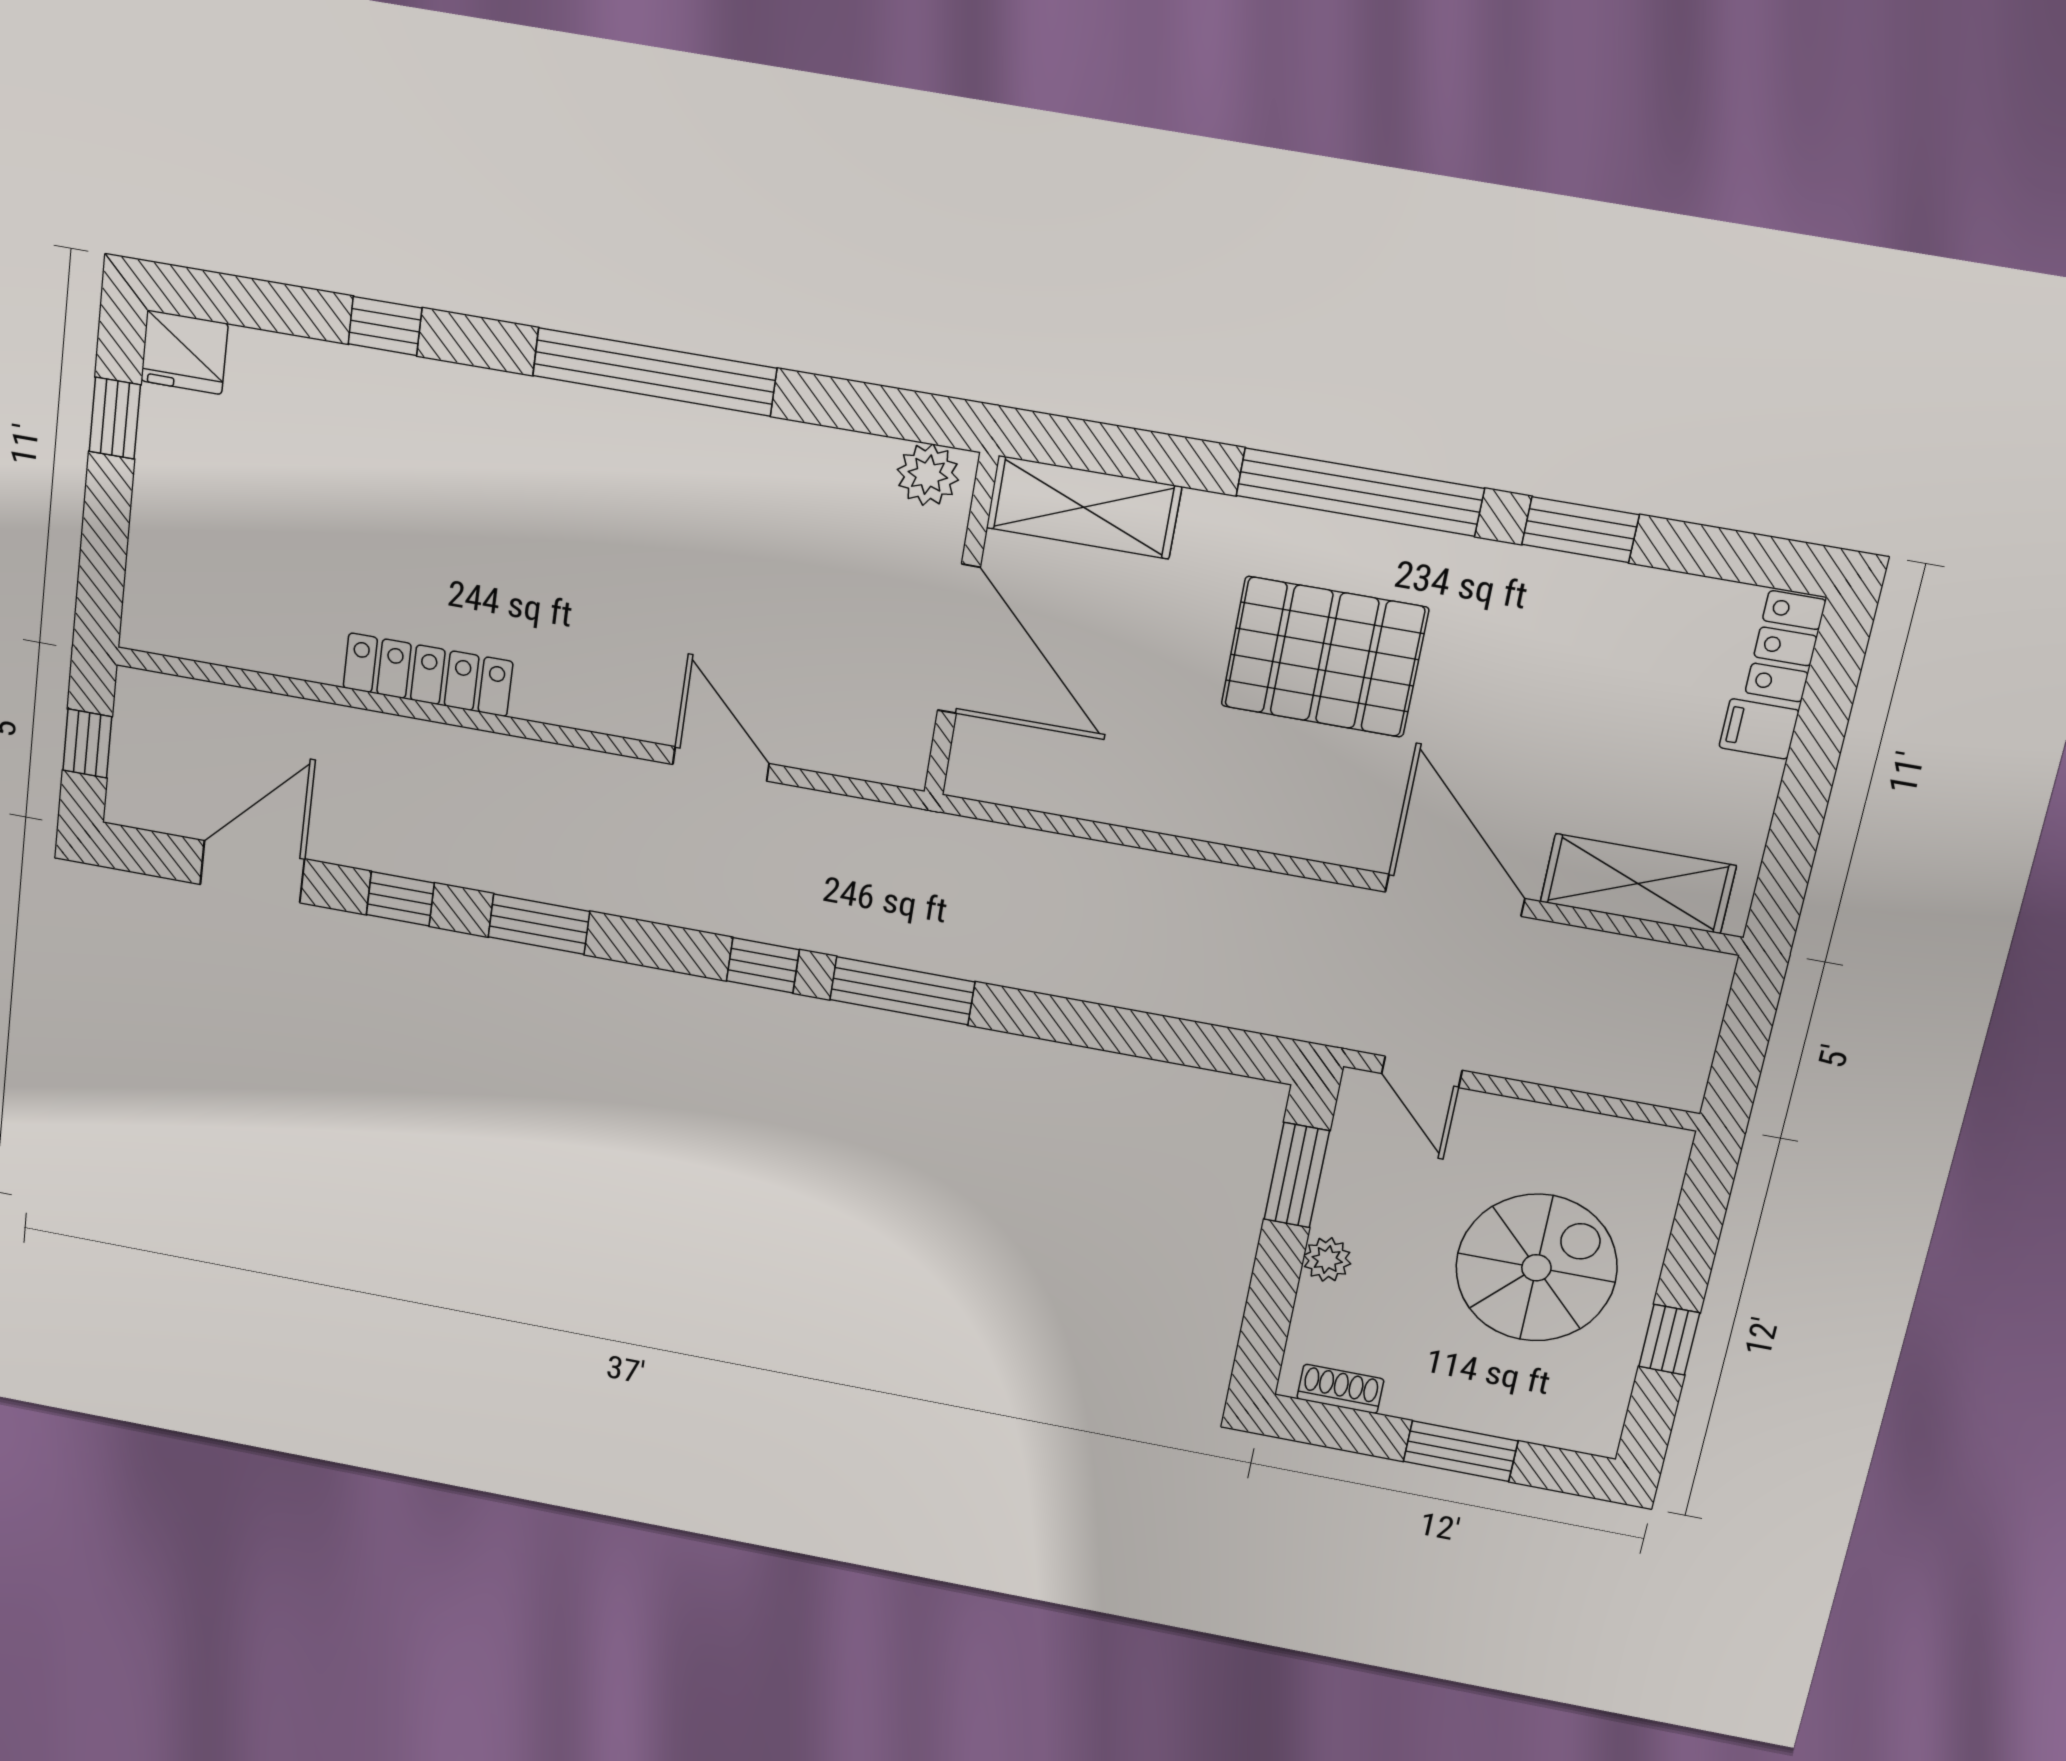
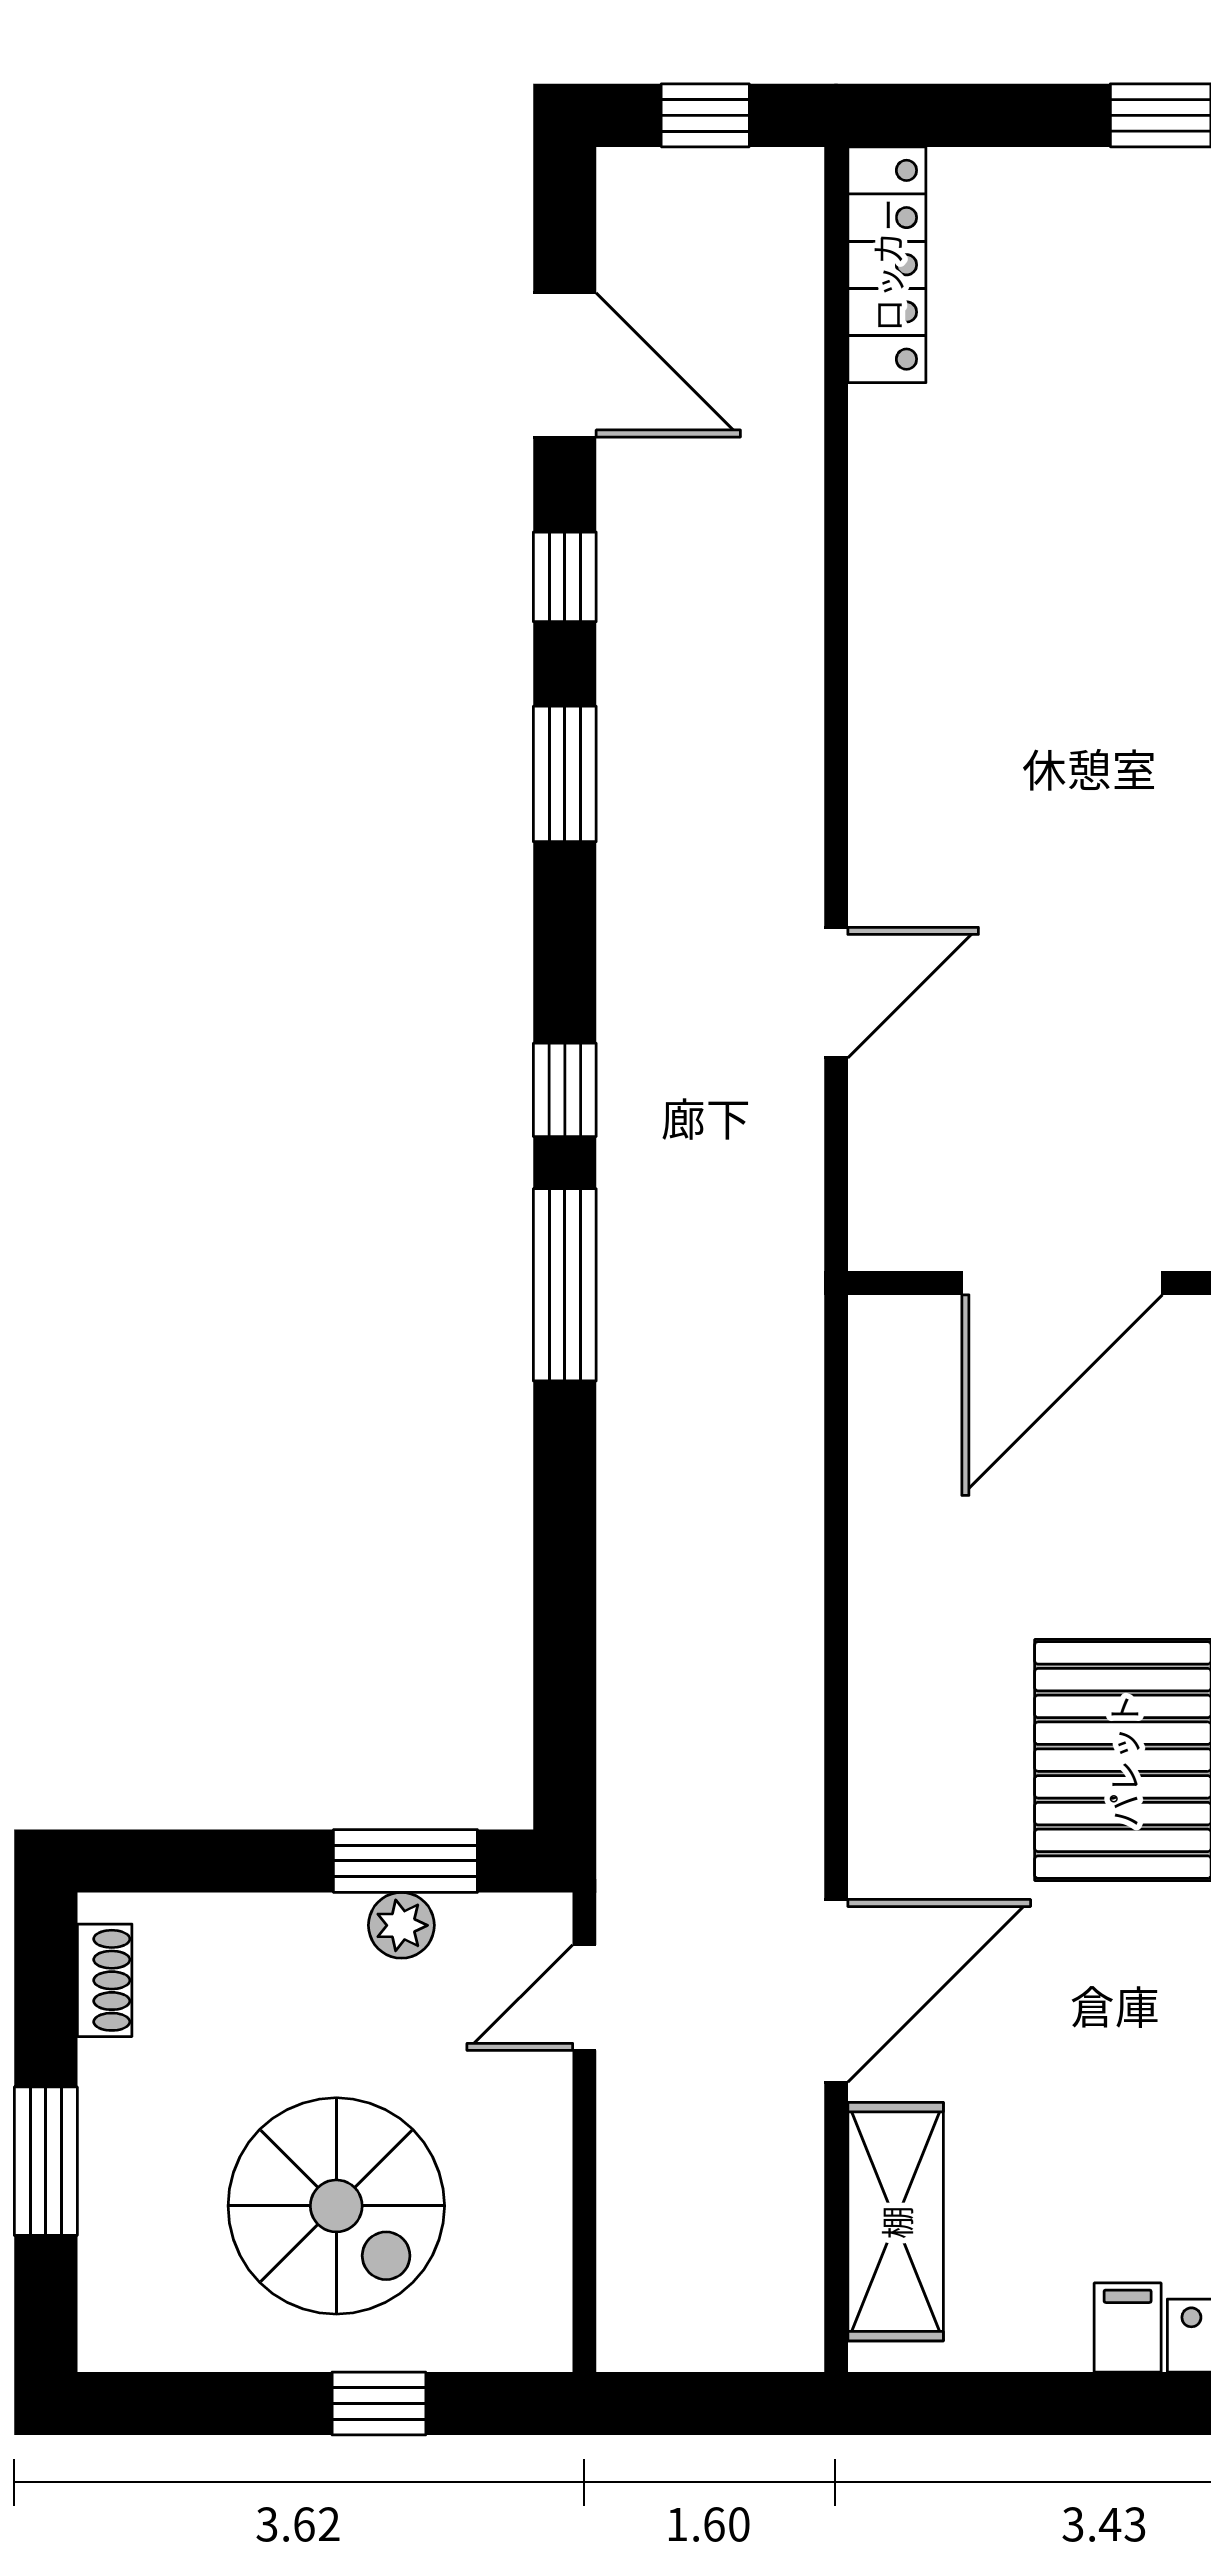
locker: (428, 675) -> (887, 265), moved
plant: (1327, 1260) -> (401, 1925), moved
window: (1669, 1340) -> (379, 2404), moved

